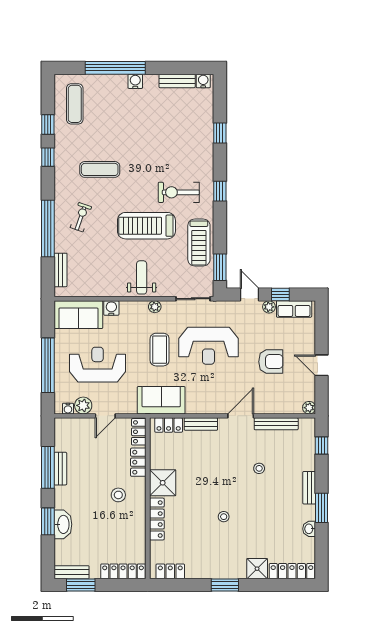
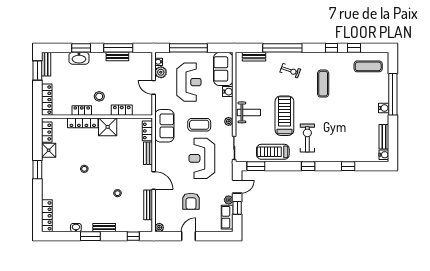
locker: (139, 432) -> (82, 110), moved
shower: (257, 569) -> (49, 150), moved

